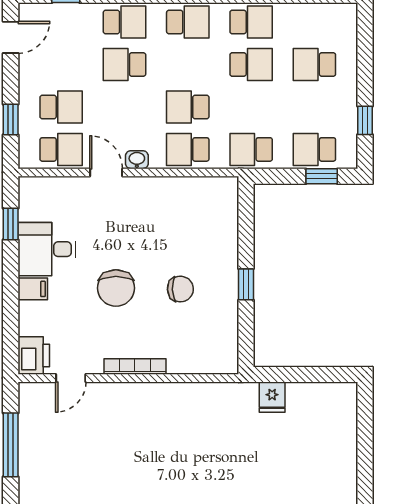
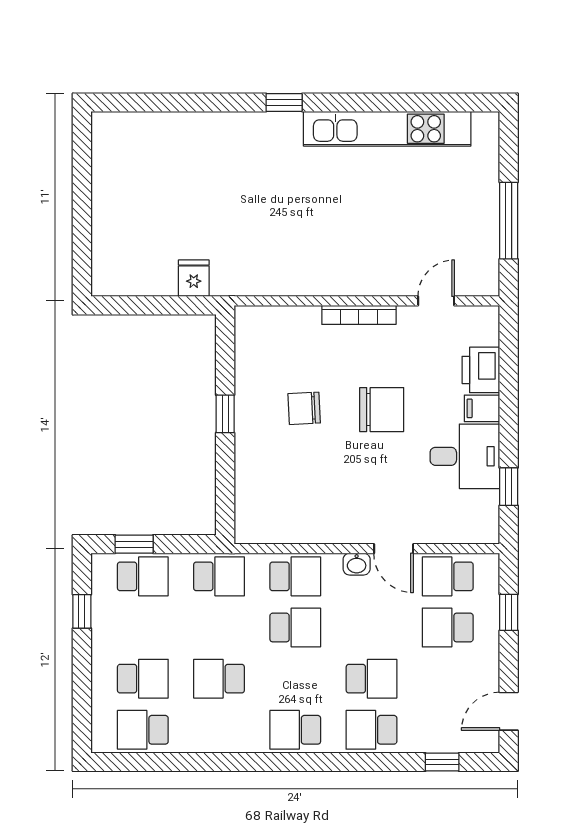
school desk: (251, 22) -> (143, 730), moved
chair: (116, 288) -> (382, 410), turned 90
printer: (34, 356) -> (481, 370), moved

